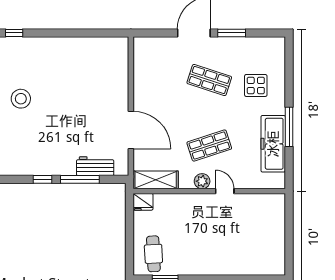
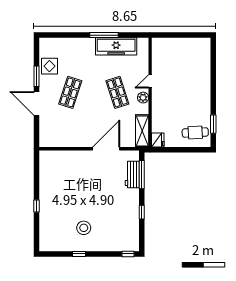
window: (14, 33) -> (36, 206), moved
display table: (256, 85) -> (49, 66), moved
window: (80, 179) -> (142, 175), moved

